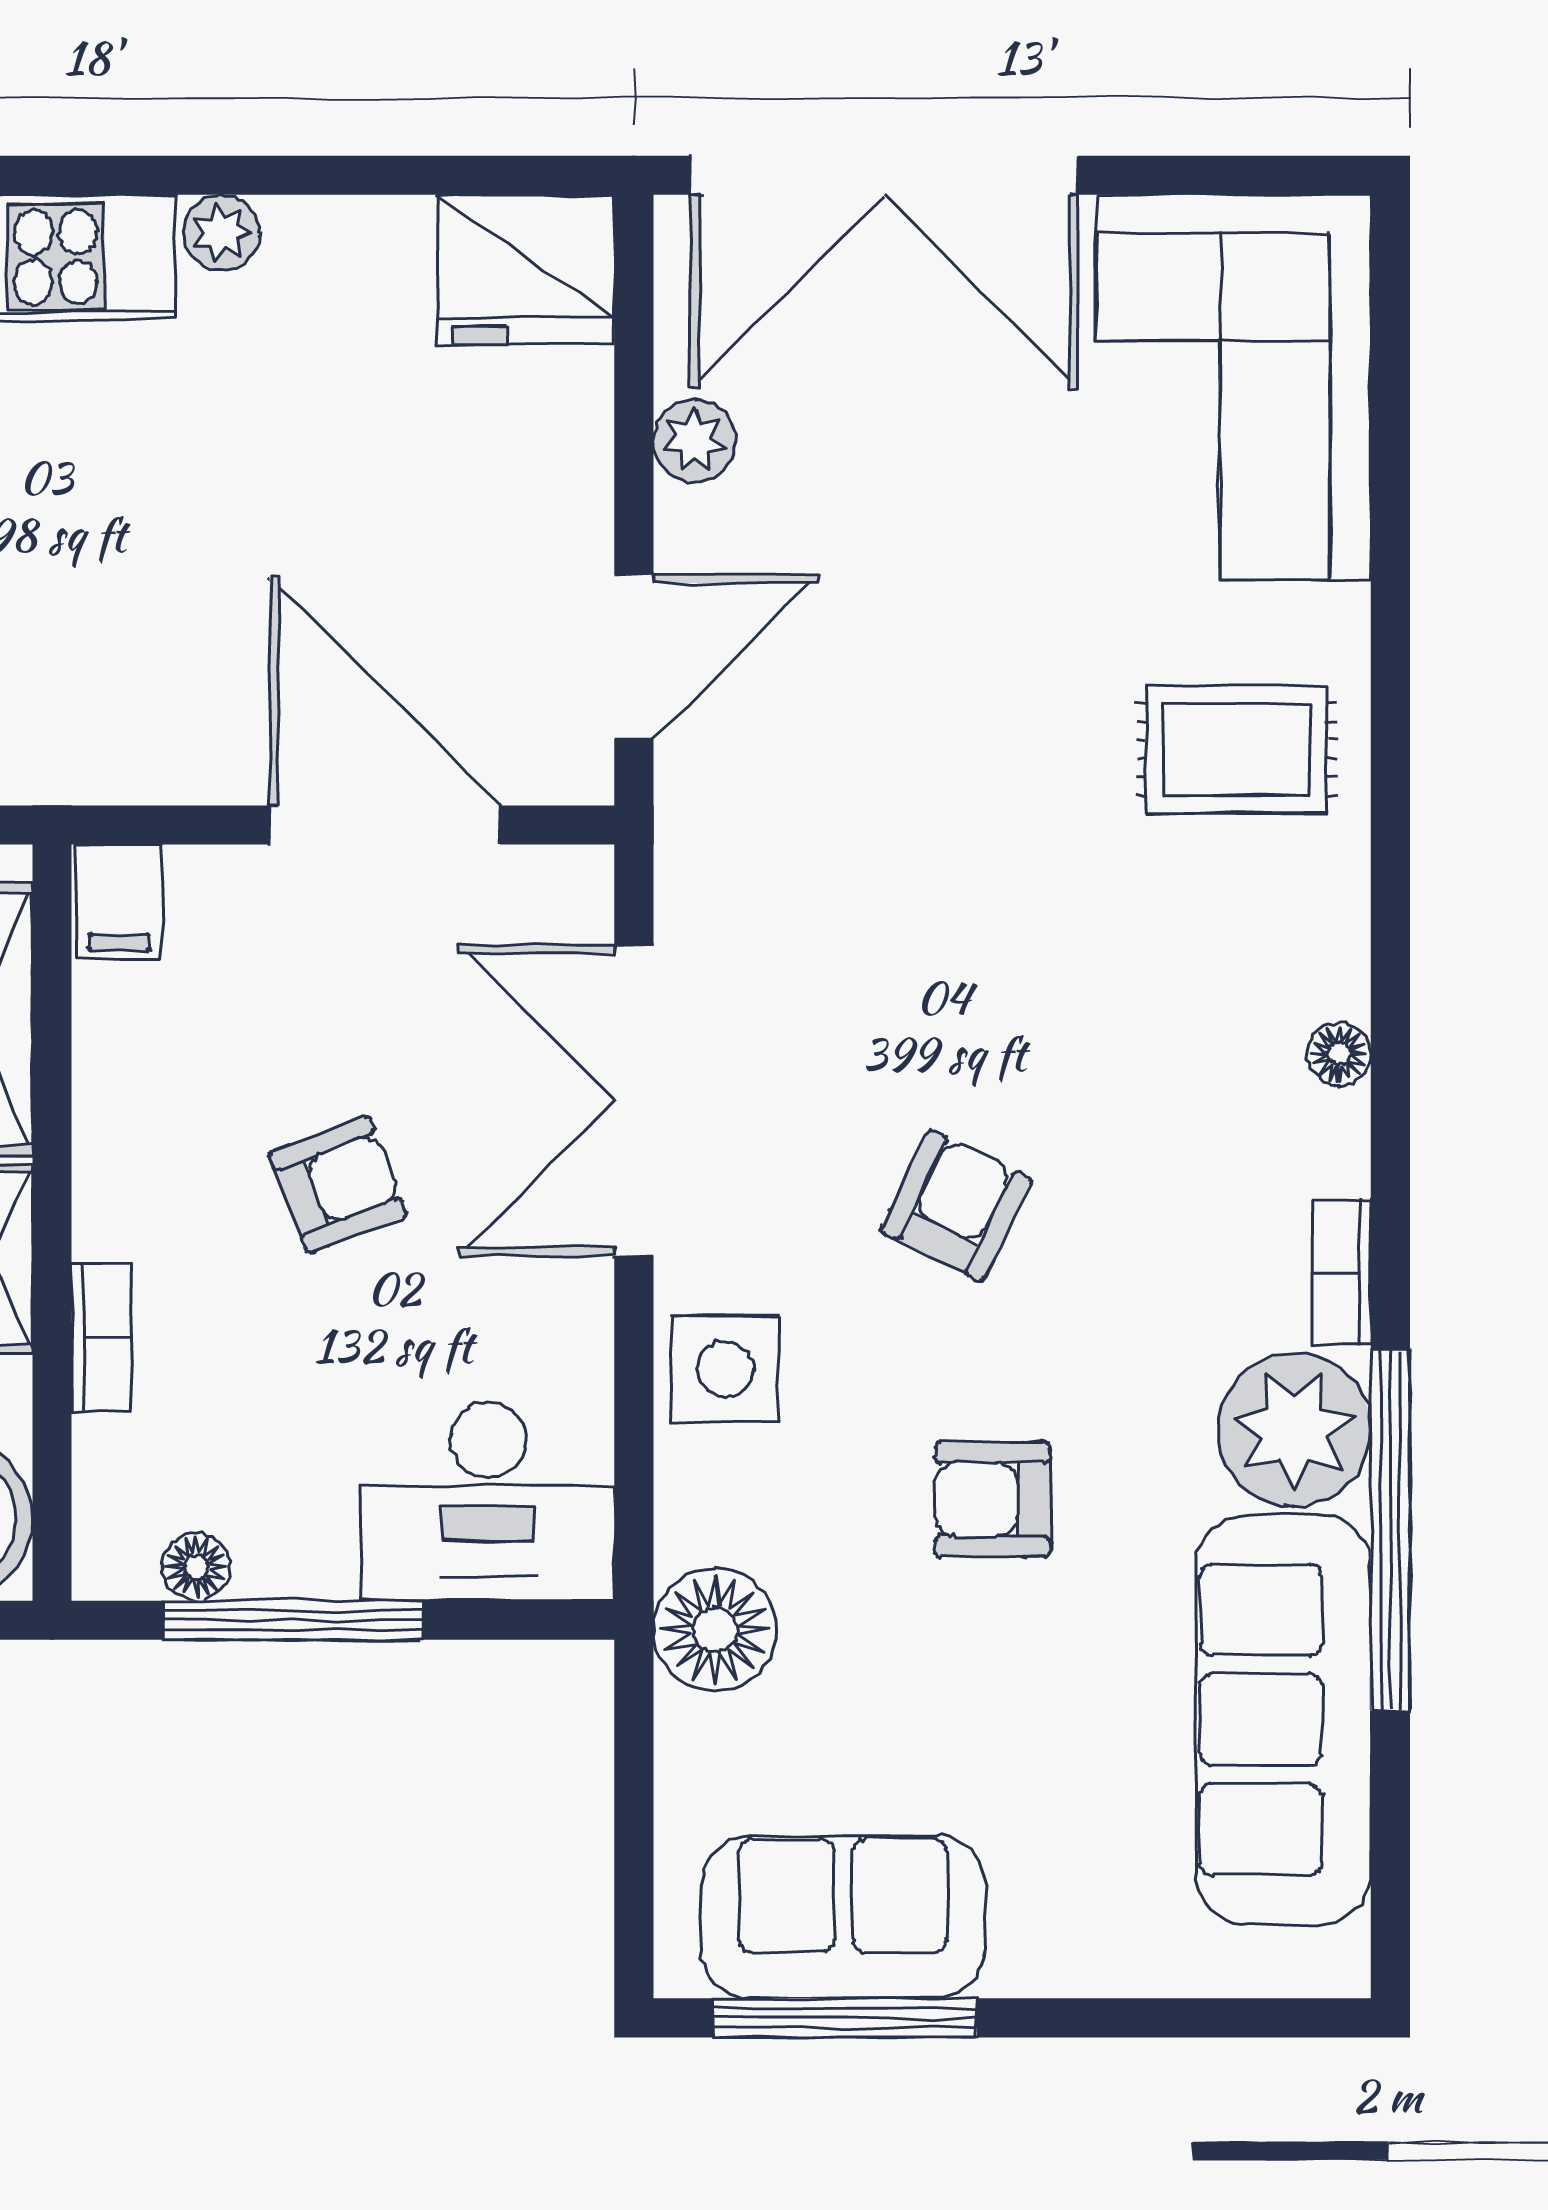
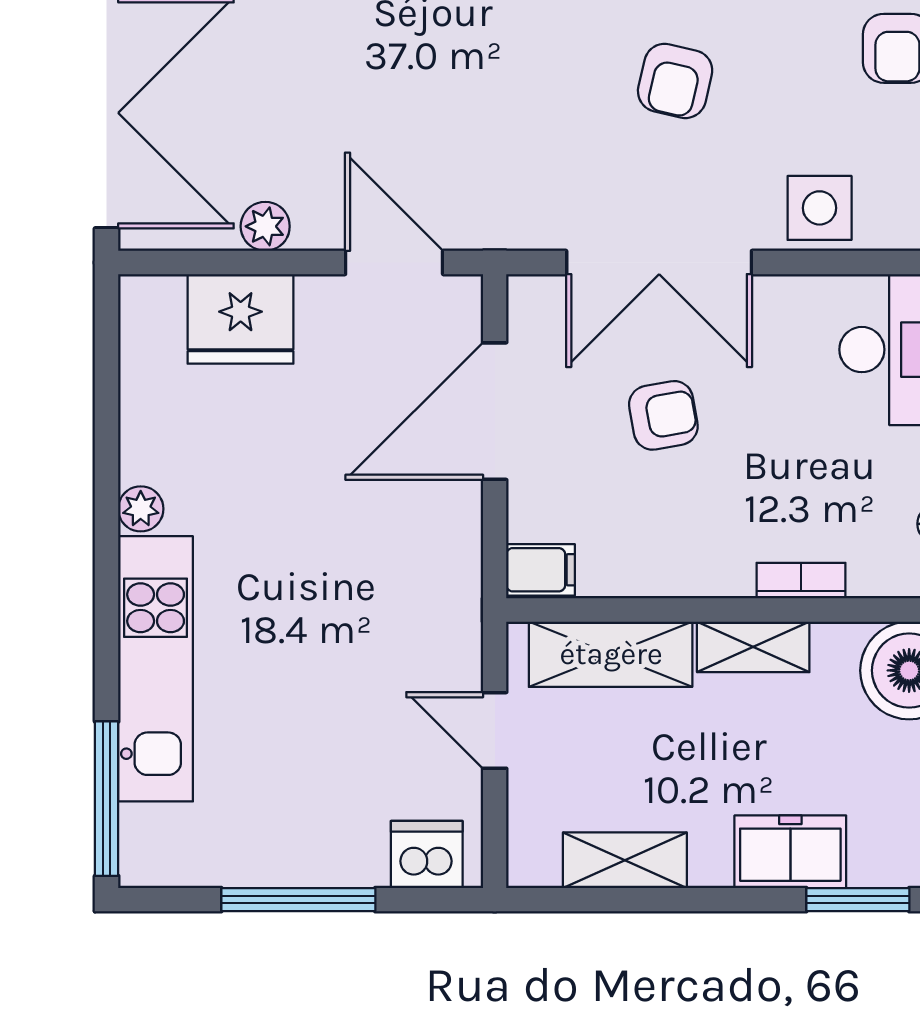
fridge: (526, 270) -> (241, 319), moved, turned 90
armchair: (338, 1184) -> (663, 415), moved, turned 101
armchair: (956, 1206) -> (675, 81), moved, turned -103

